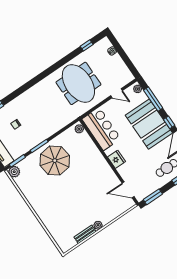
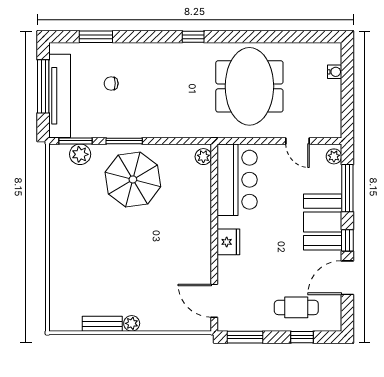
window: (87, 45) -> (193, 37), moved
booth: (149, 124) -> (323, 222), width x0.73, depth x0.70
plant: (14, 172) -> (80, 154), moved

